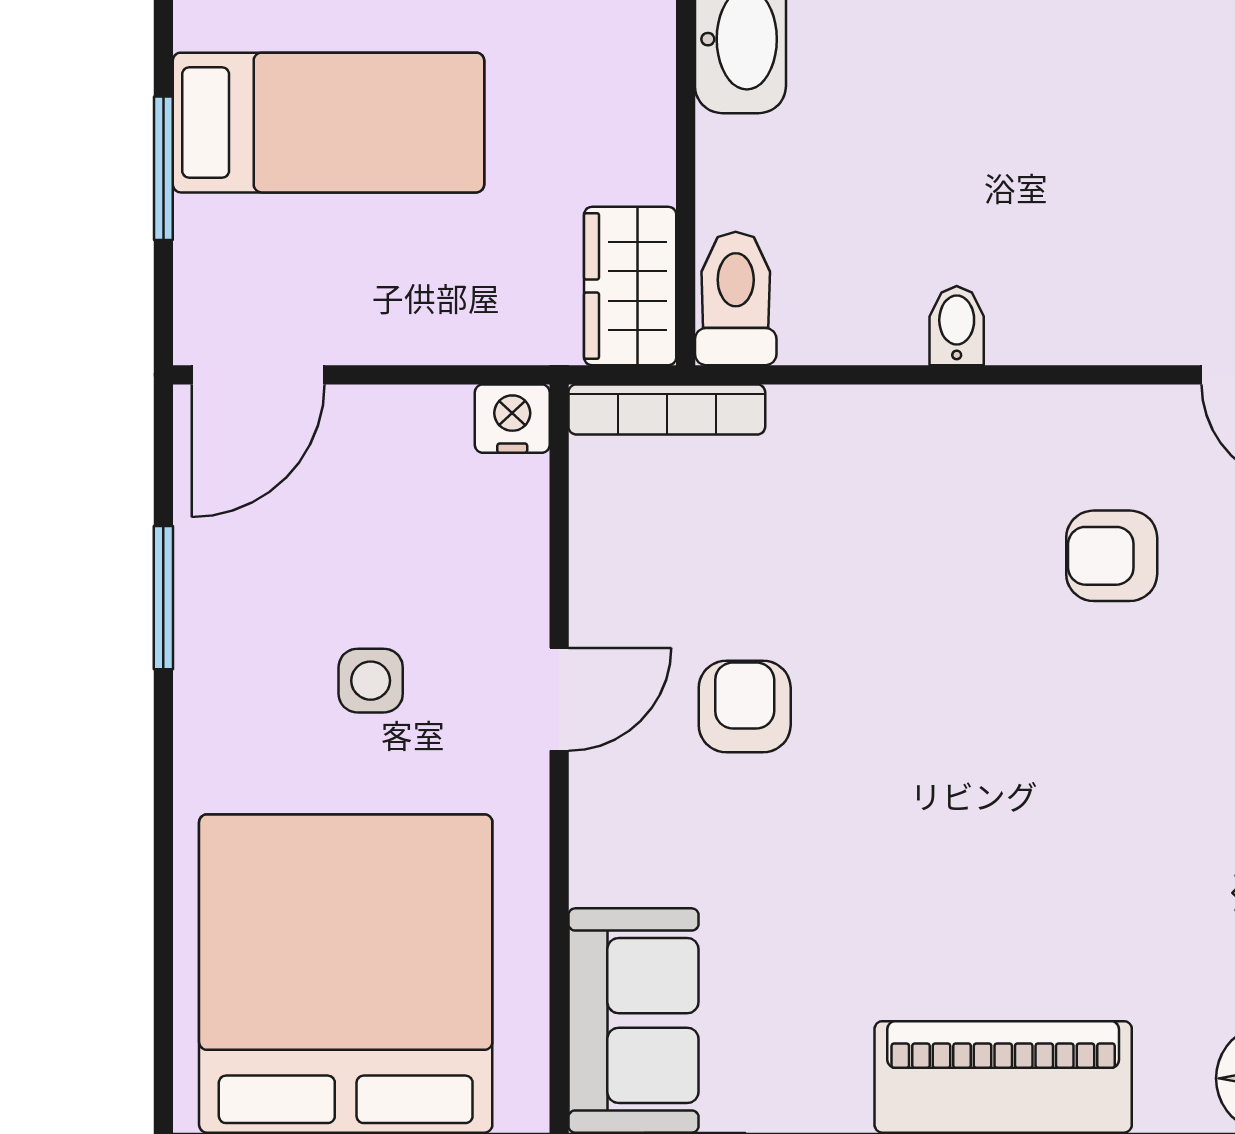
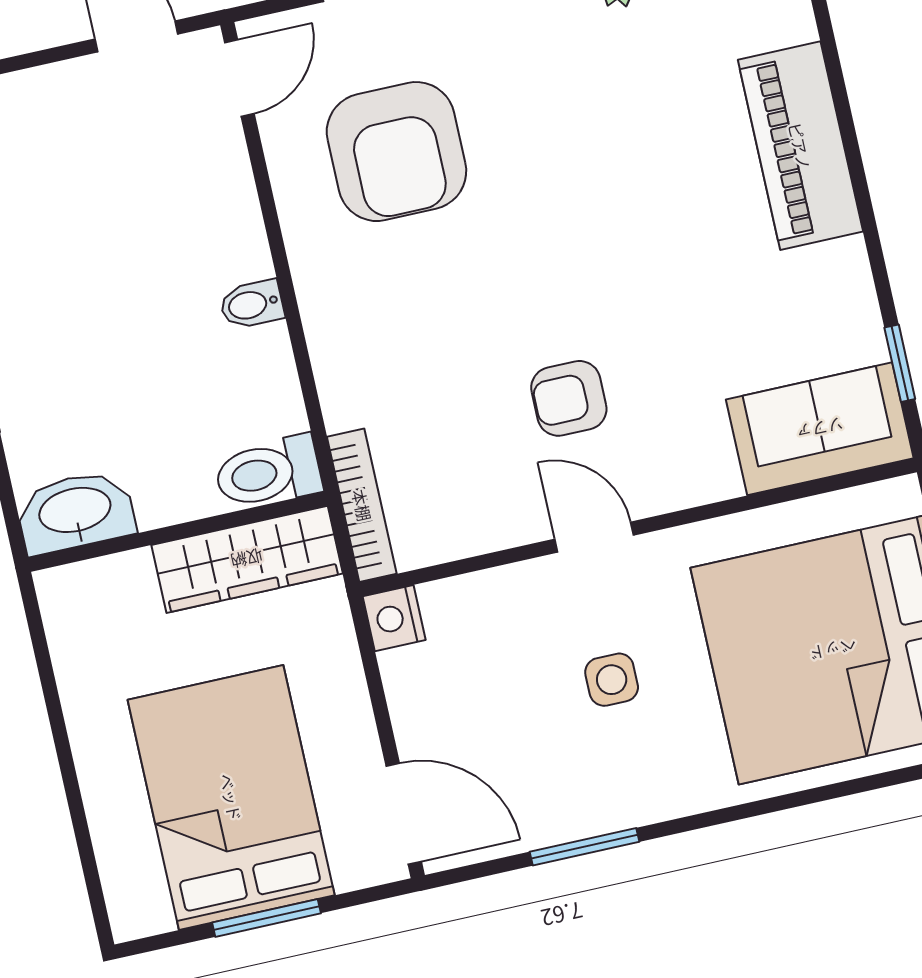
bed: (328, 123) -> (231, 797), width x1.50
wardrobe: (630, 286) -> (247, 559), width x1.50
armchair: (1112, 556) -> (396, 152), width x1.88, depth x1.88

